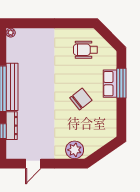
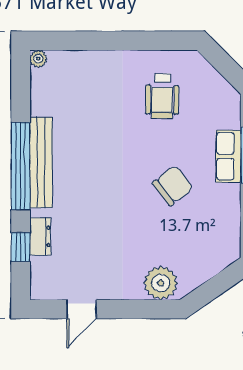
wheelchair: (85, 50) -> (162, 96), moved, turned -89
dresser: (12, 126) -> (40, 236), width x0.70

